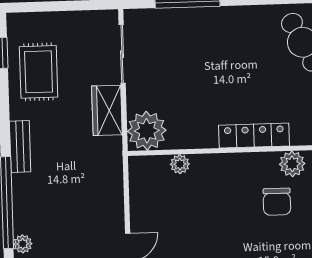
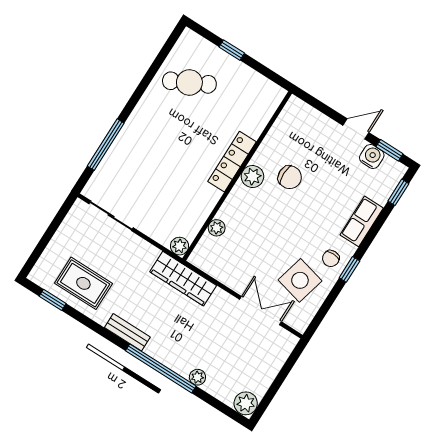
wardrobe: (107, 110) -> (183, 279), moved, width x1.50
plant: (147, 131) -> (180, 246), width x0.53, depth x0.53
plant: (292, 164) -> (252, 176), moved

